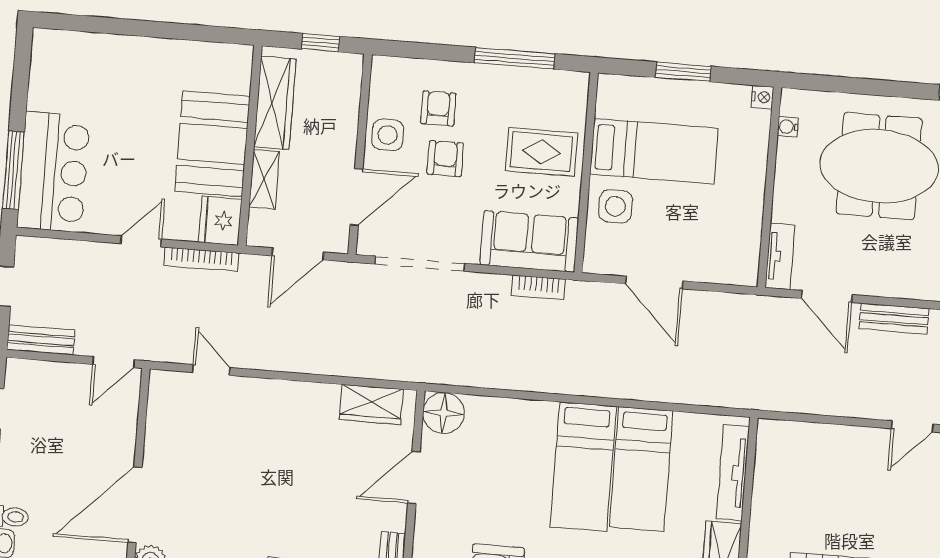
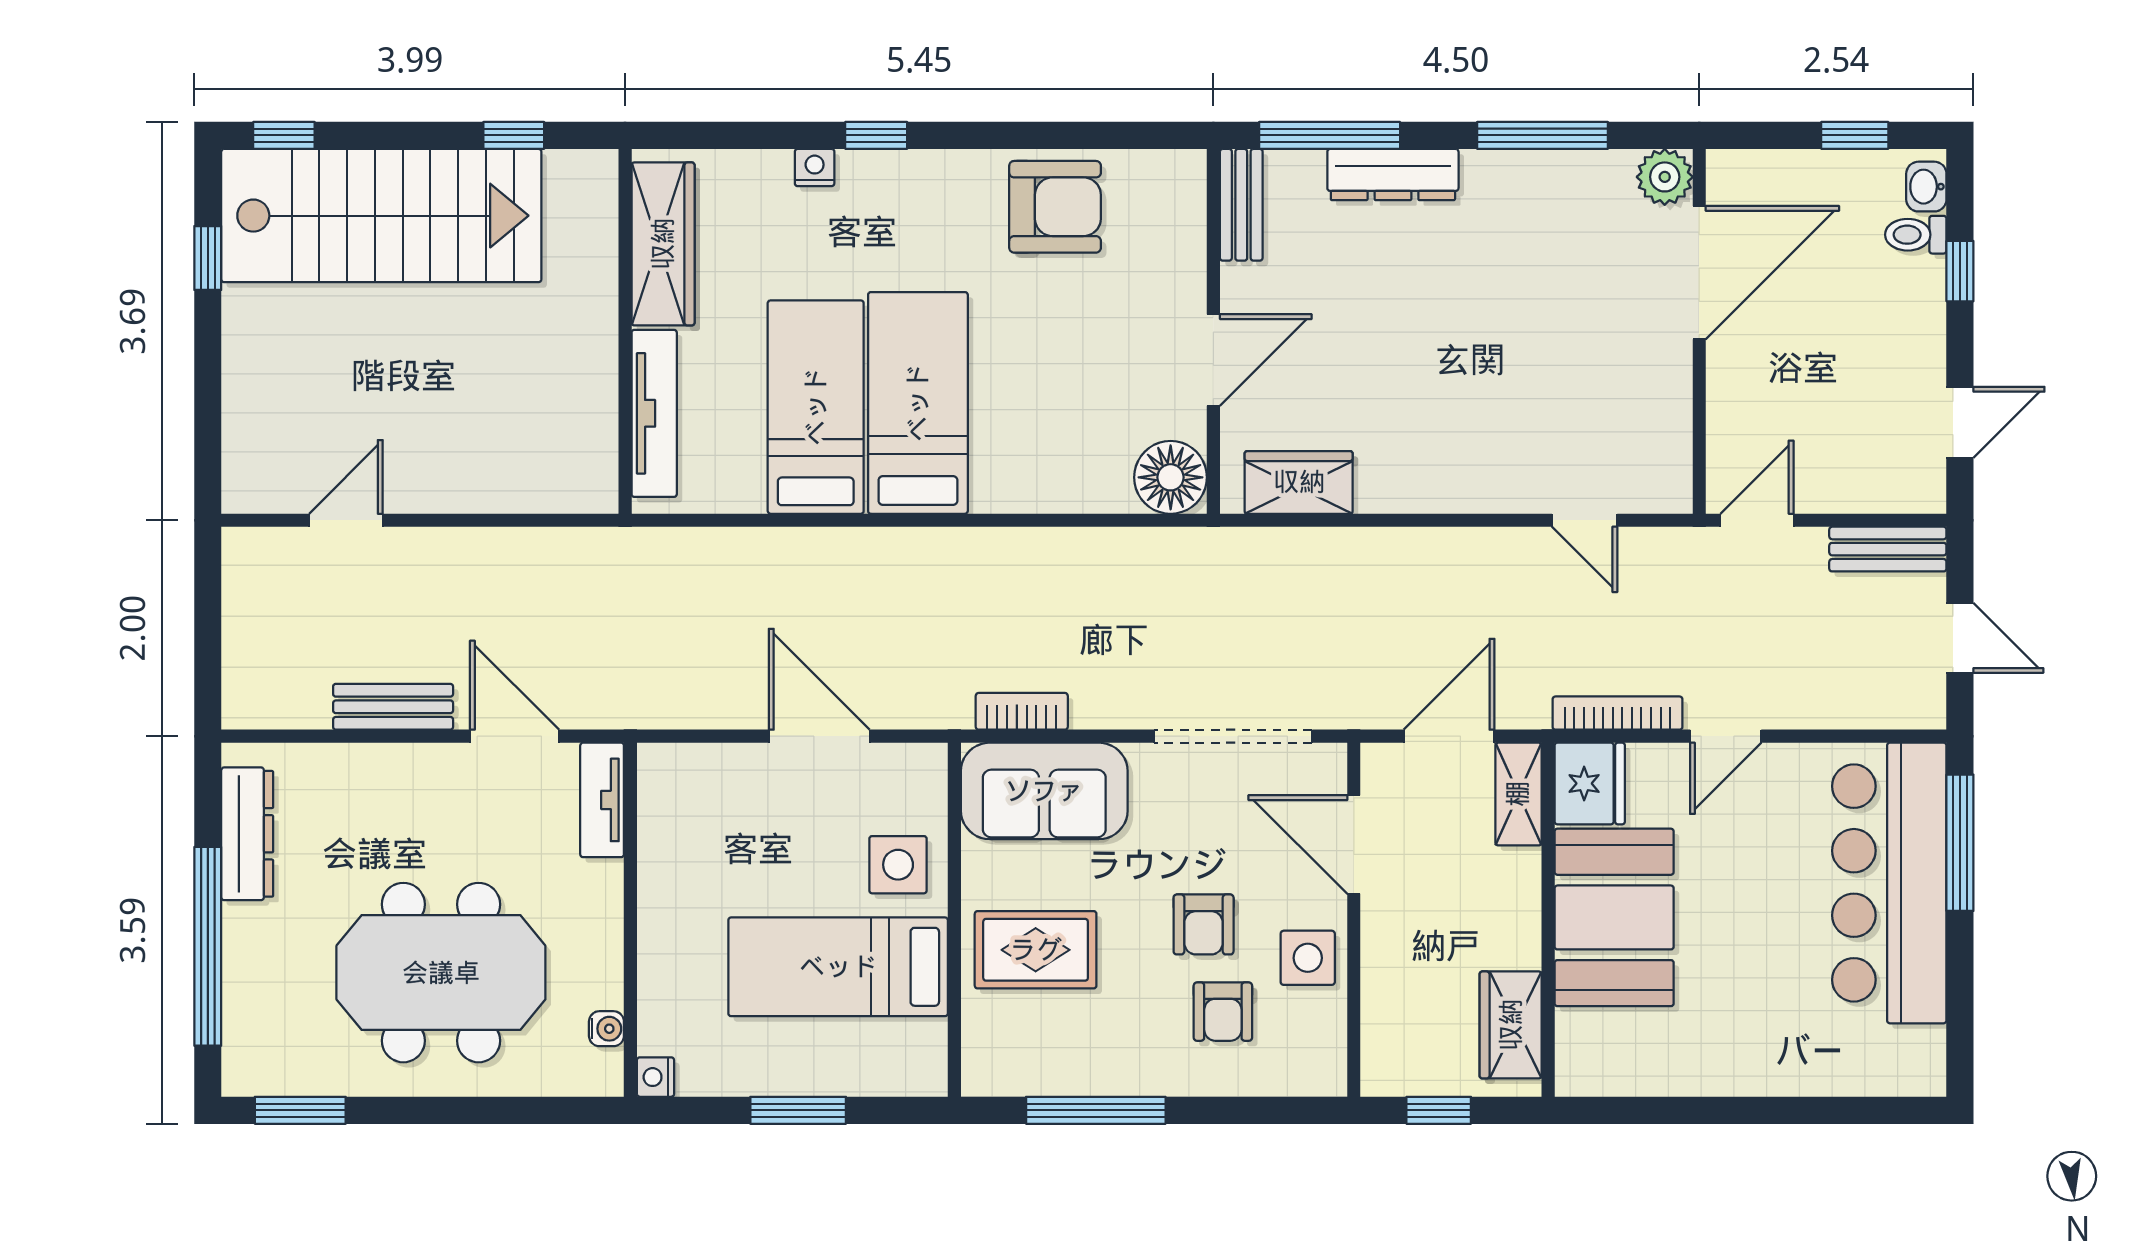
wardrobe: (275, 103) -> (1511, 1025), width x0.67
bar counter: (54, 172) -> (1889, 883), width x1.36
shelving: (264, 179) -> (1518, 794), moved
door: (357, 197) -> (1354, 845), hinge flipped

